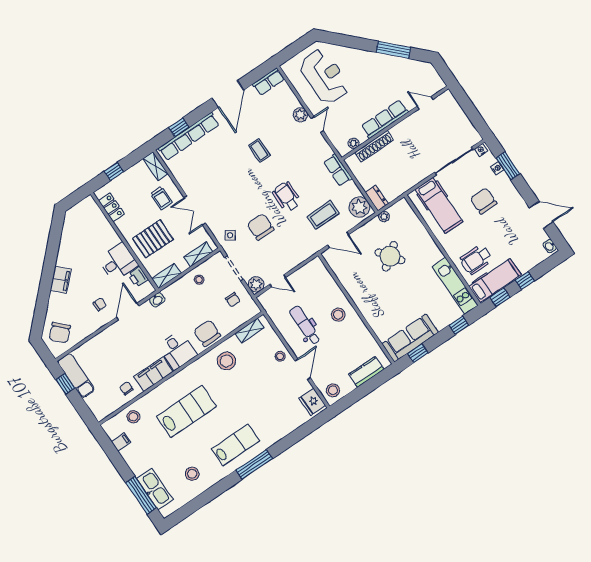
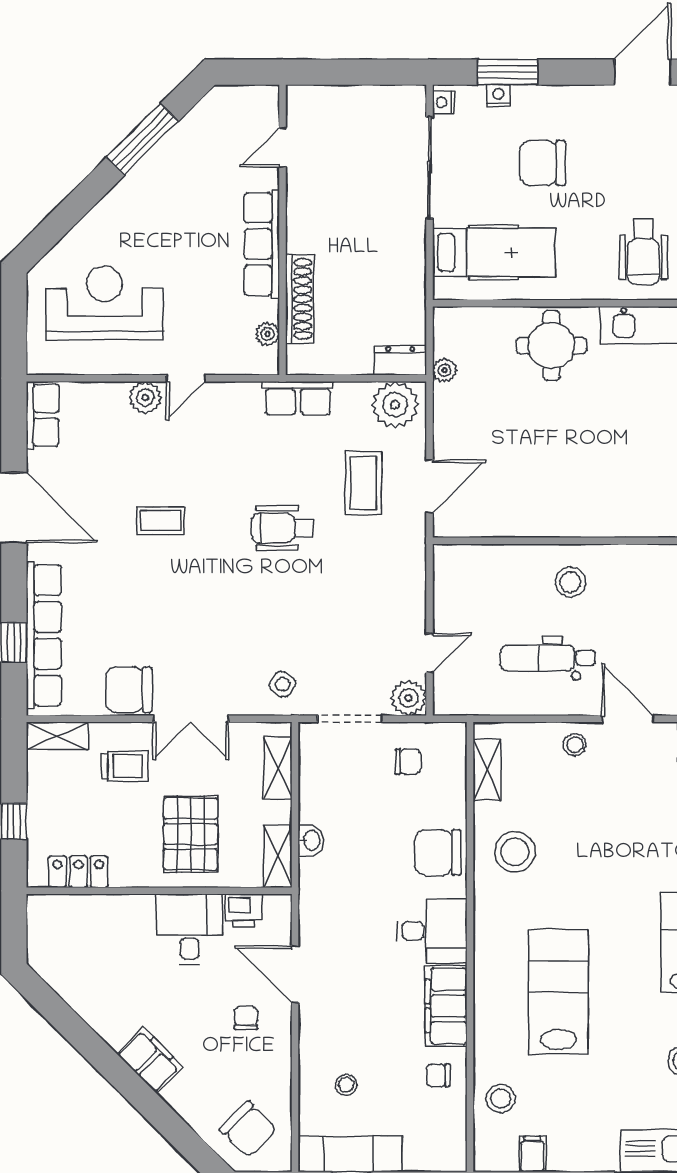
door: (317, 125) -> (186, 378), swing flipped
chair: (261, 227) -> (129, 690), moved
round table: (390, 256) -> (551, 345), moved, turned 37
stool: (199, 280) -> (346, 1085), moved
washbasin: (157, 300) -> (311, 840), moved

